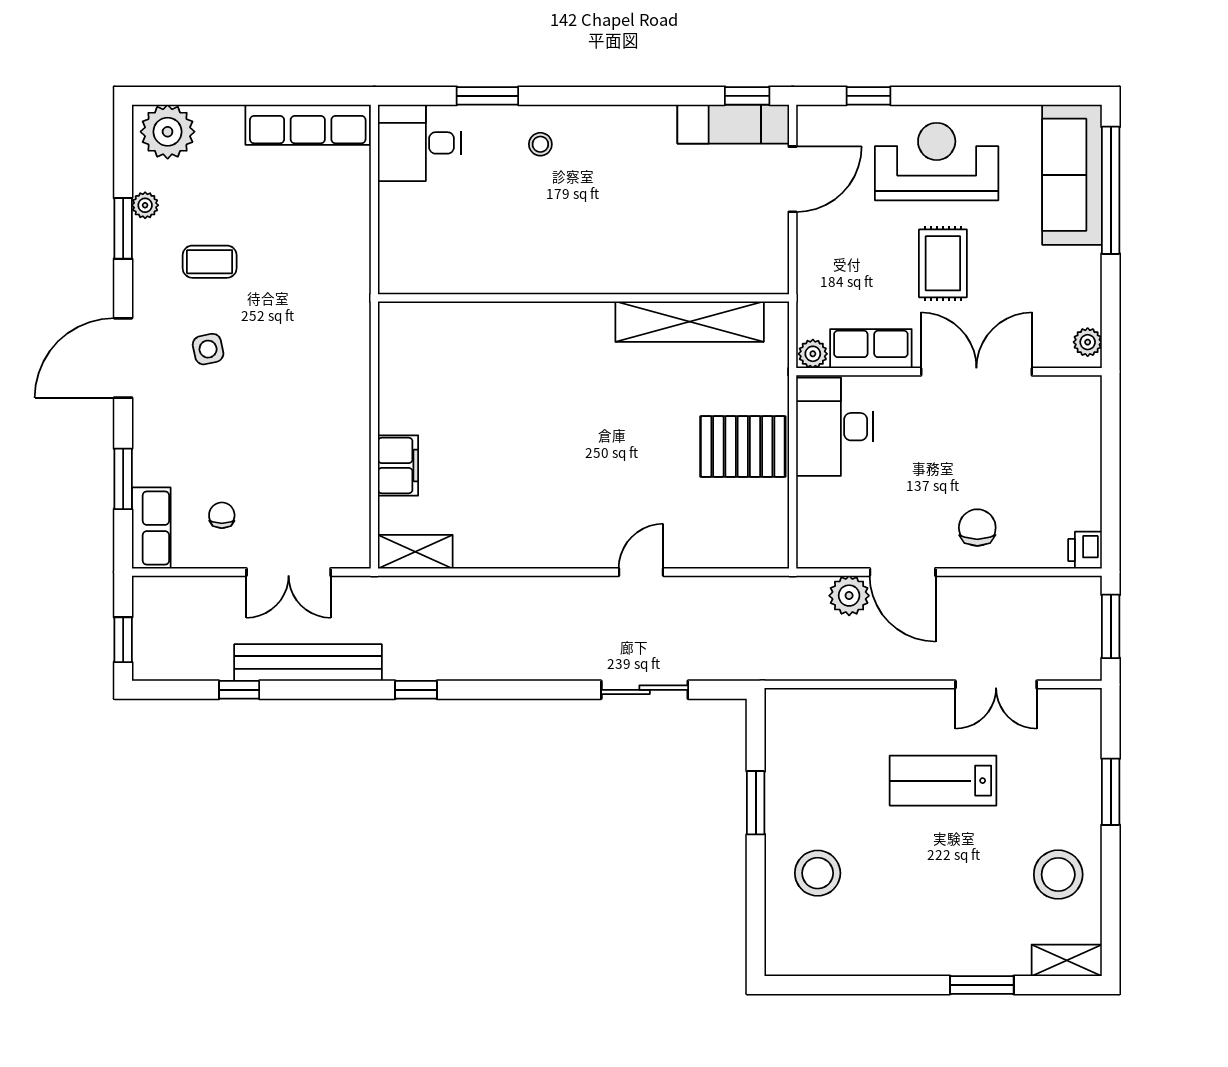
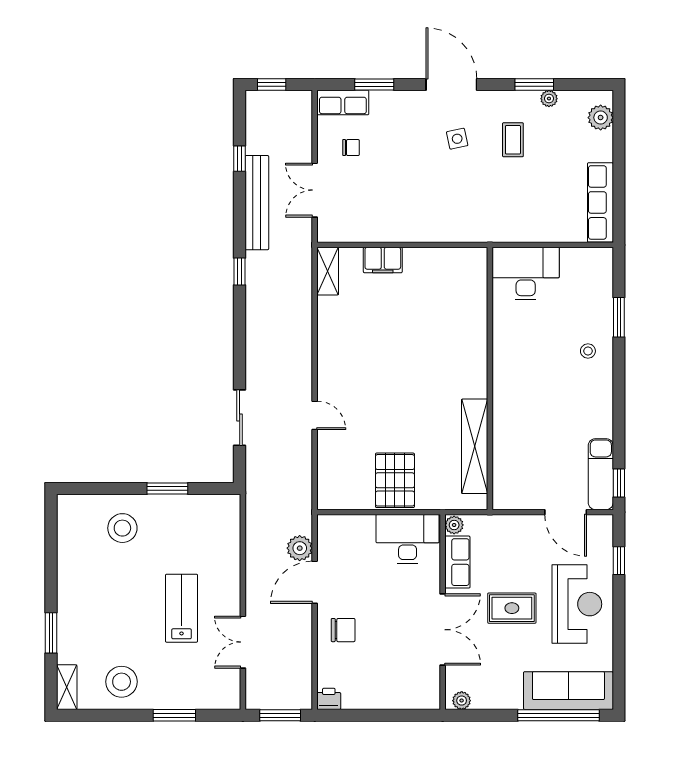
plant: (168, 132) -> (601, 118), width x0.73, depth x0.73
desk: (419, 143) -> (526, 274), moved, width x1.37

